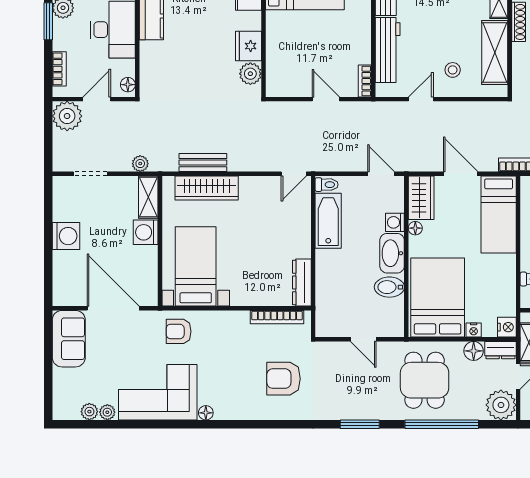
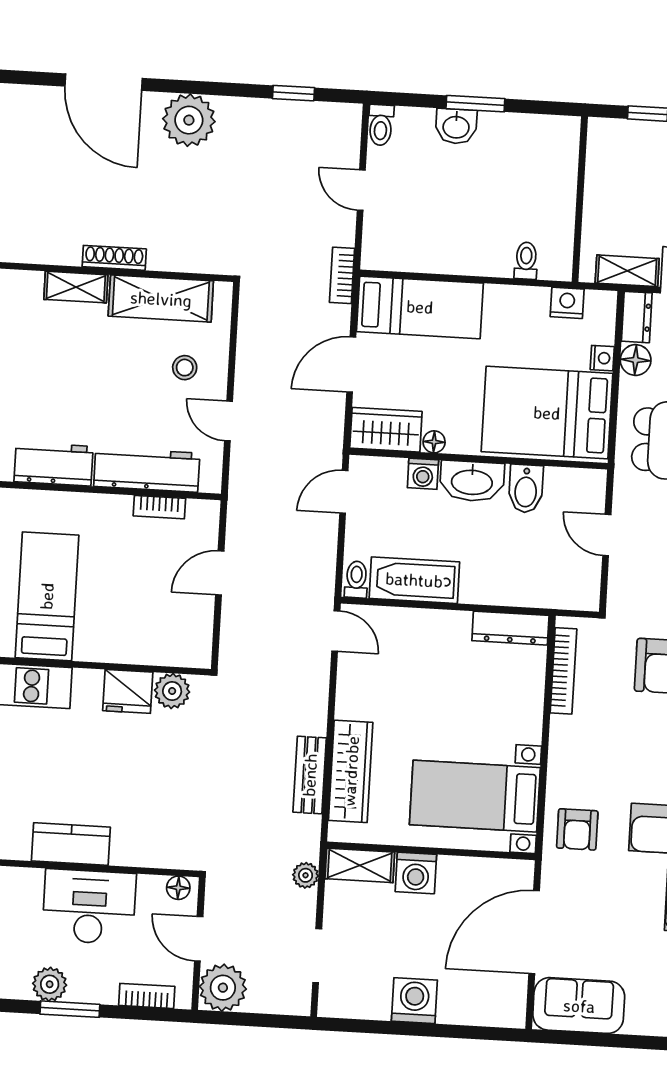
bookcase: (365, 81) -> (159, 507), moved
nightstand: (507, 327) -> (567, 303), moved
door: (363, 339) -> (607, 535), swing flipped

